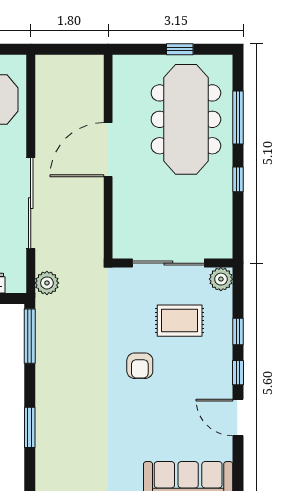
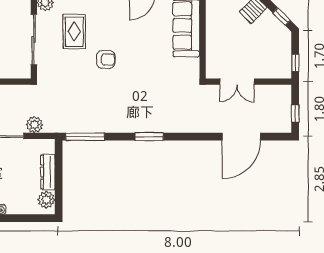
plant: (47, 283) -> (35, 125), moved

